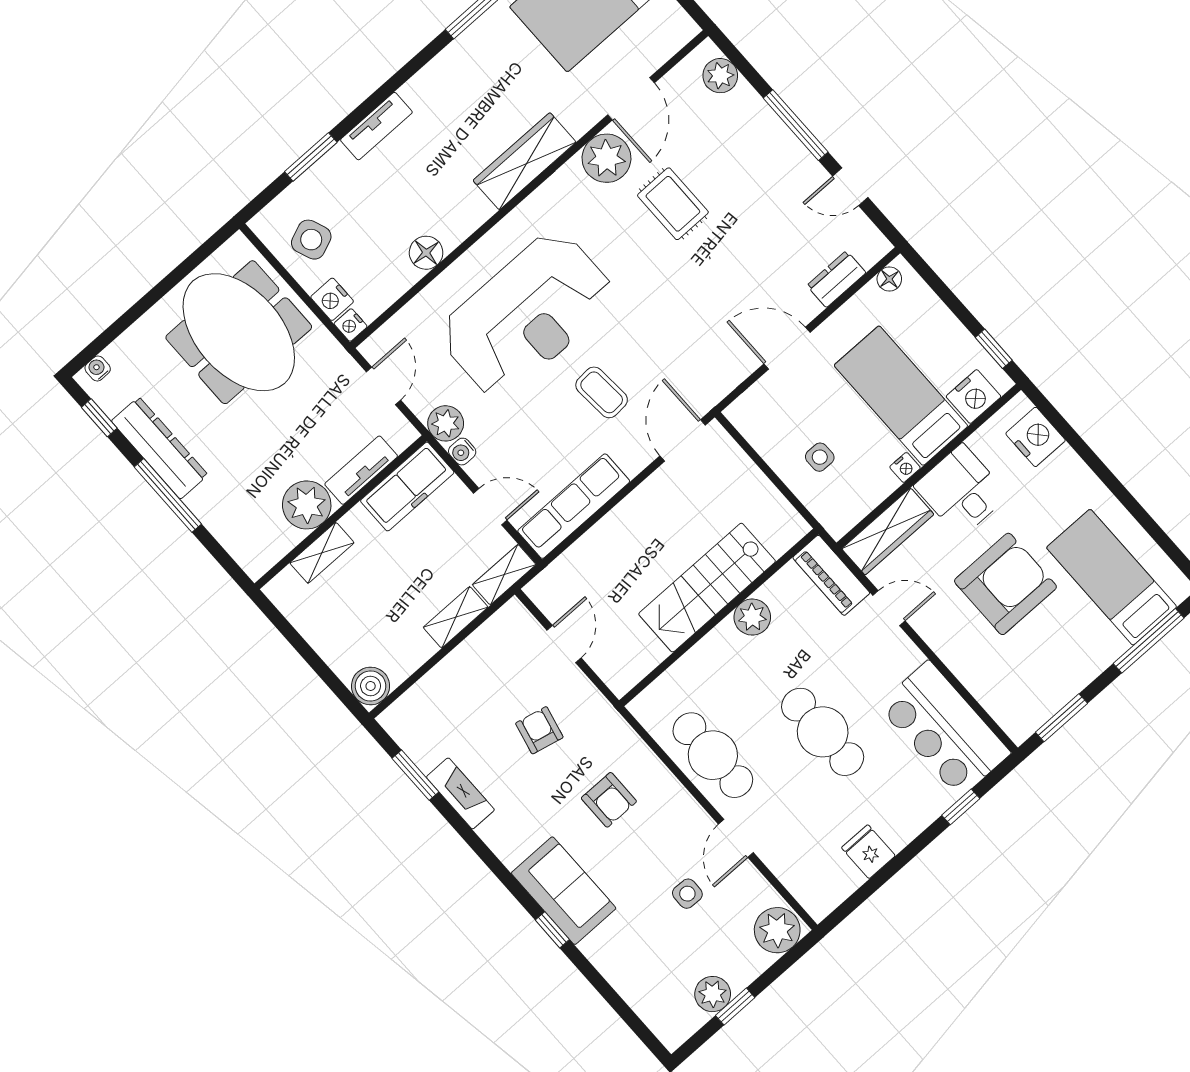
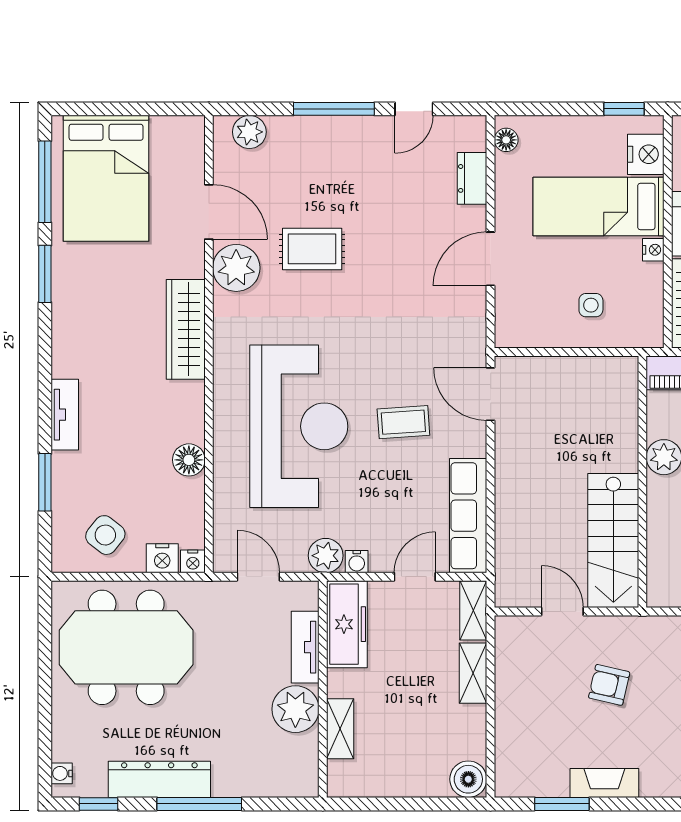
side table: (311, 240) -> (105, 535), turned -30
stairs: (707, 588) -> (613, 541), moved

